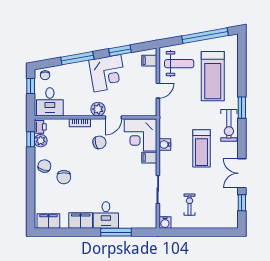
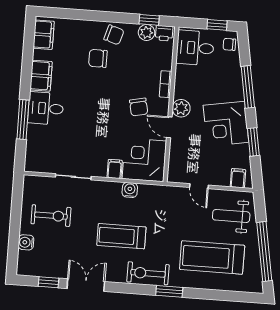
weight bench: (179, 64) -> (231, 216), turned 90
exercise bike: (190, 205) -> (51, 216), width x1.38, depth x1.39
water cooler: (165, 223) -> (26, 242), moved

